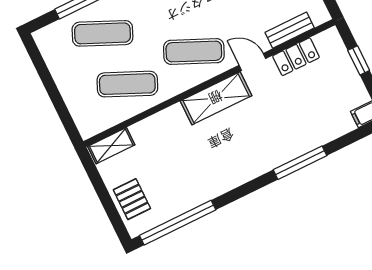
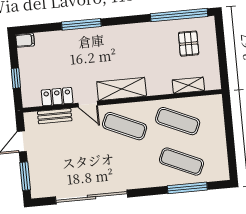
shelving: (111, 146) -> (188, 85), moved
pallet: (132, 199) -> (189, 44), moved

